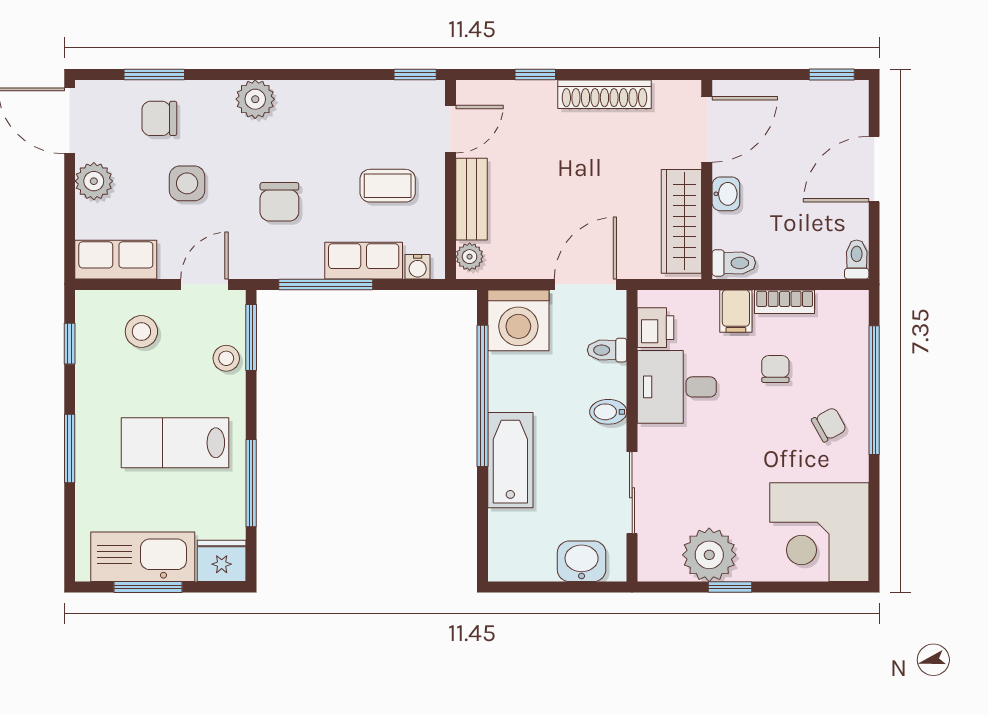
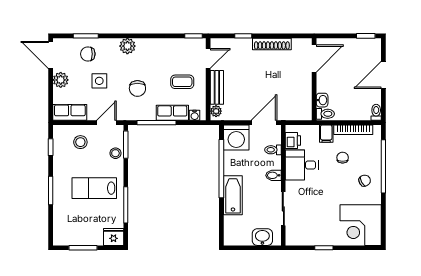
washbasin: (726, 194) -> (322, 100), moved
wardrobe: (681, 221) -> (304, 97), removed
bookcase: (785, 302) -> (353, 130), width x1.56
plant: (709, 555) -> (315, 234), removed
kitchen sink: (143, 557) -> (81, 235), removed

